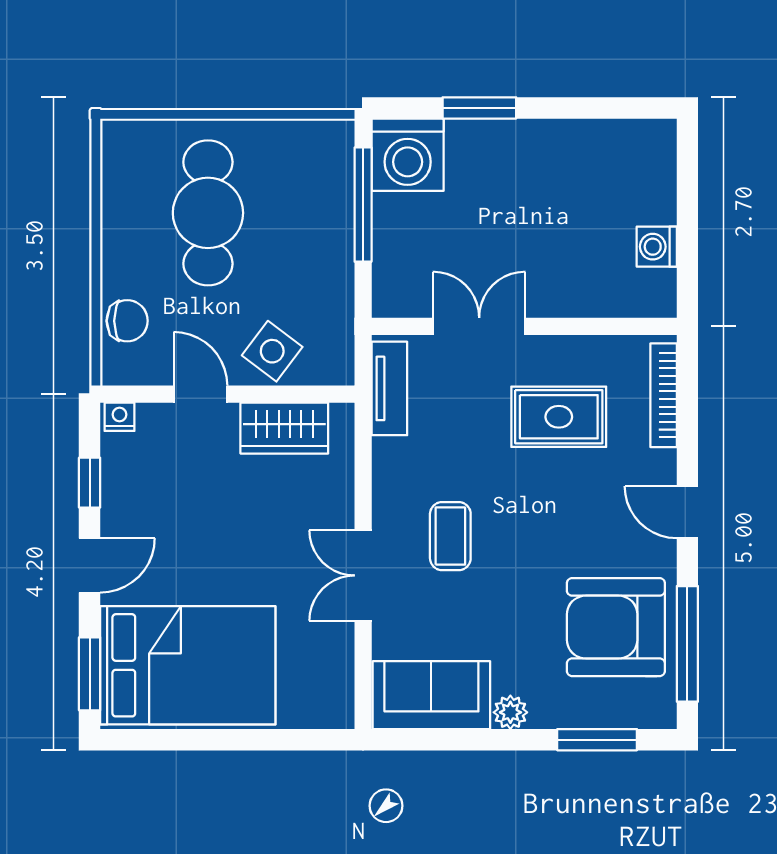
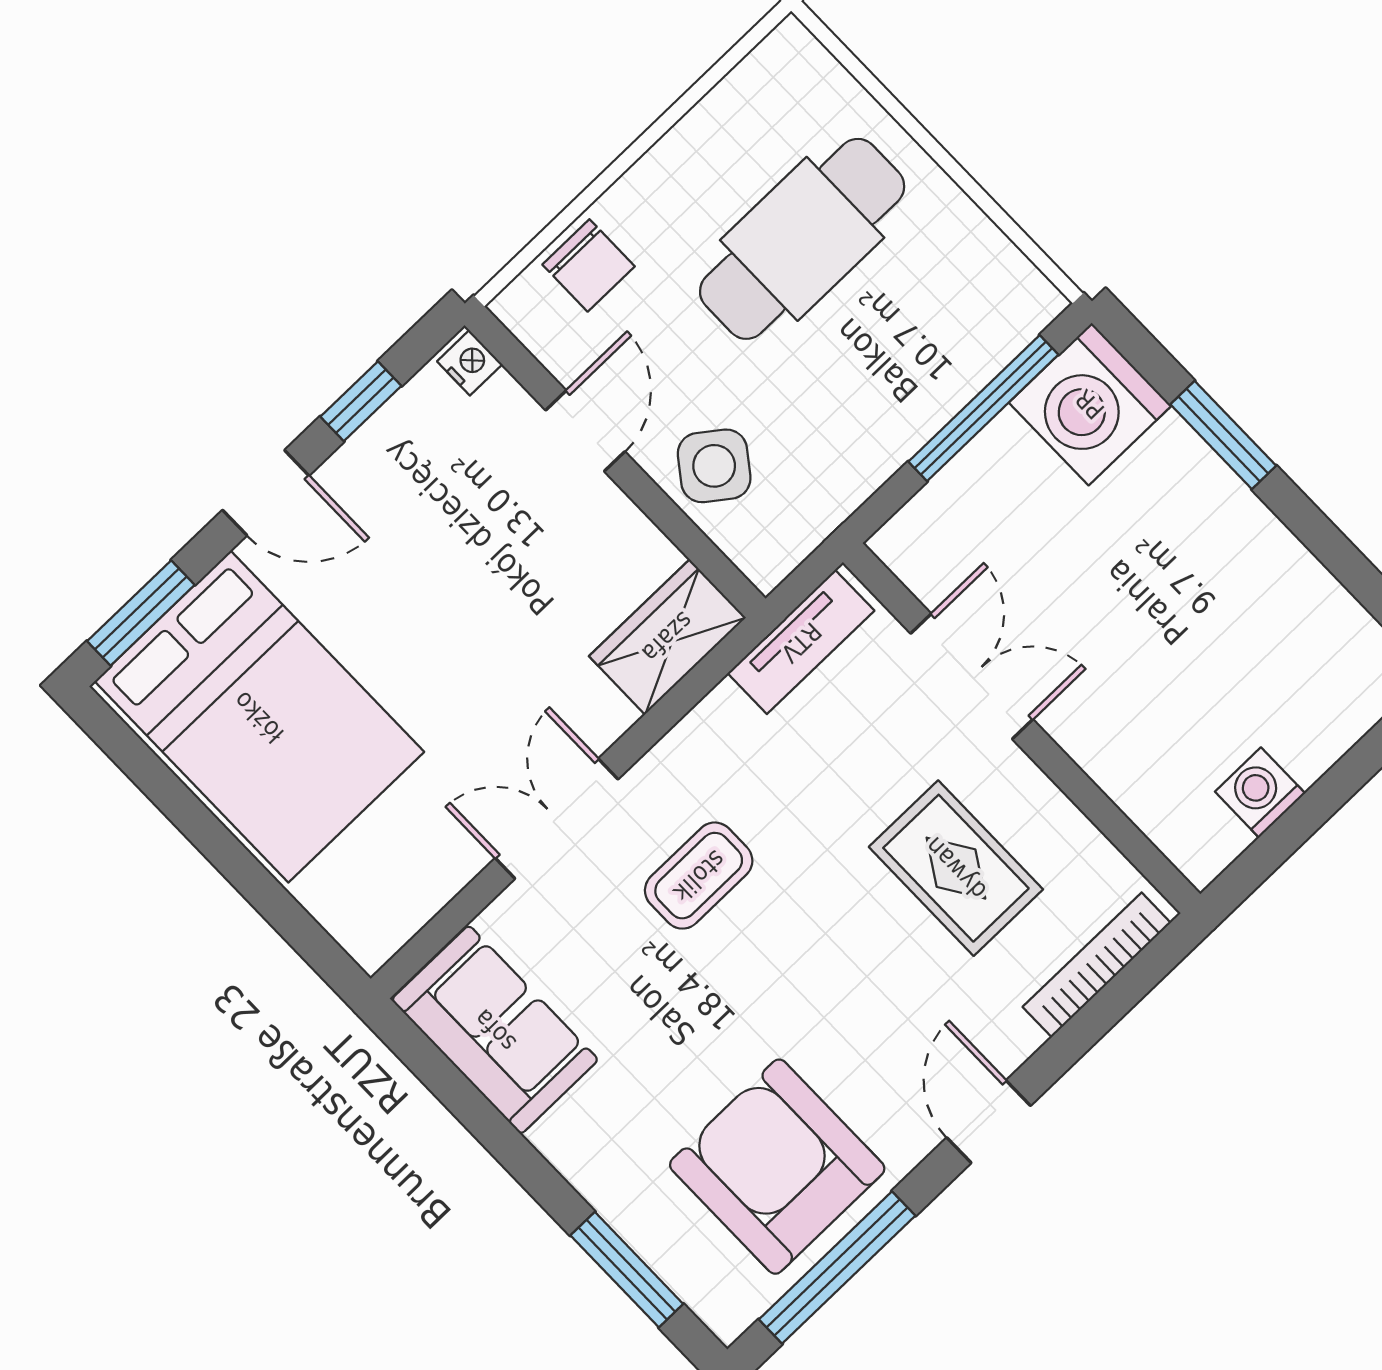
wardrobe: (284, 428) -> (667, 637), moved, turned 90
plant: (510, 712) -> (563, 1140), removed

